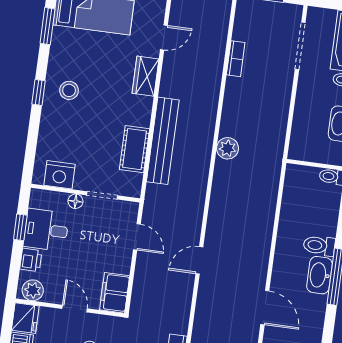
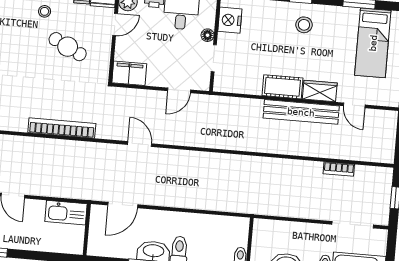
bench: (163, 141) -> (301, 112), moved
plant: (228, 148) -> (260, 166), removed
cot: (134, 149) -> (282, 87), moved
door: (199, 260) -> (140, 144), moved
door: (75, 309) -> (115, 24), moved

